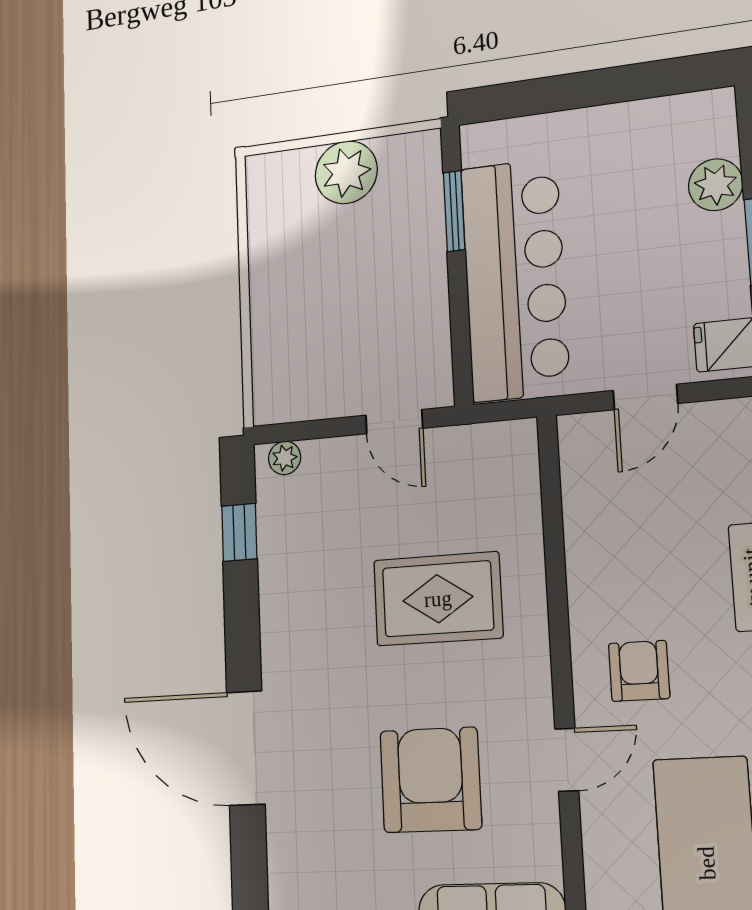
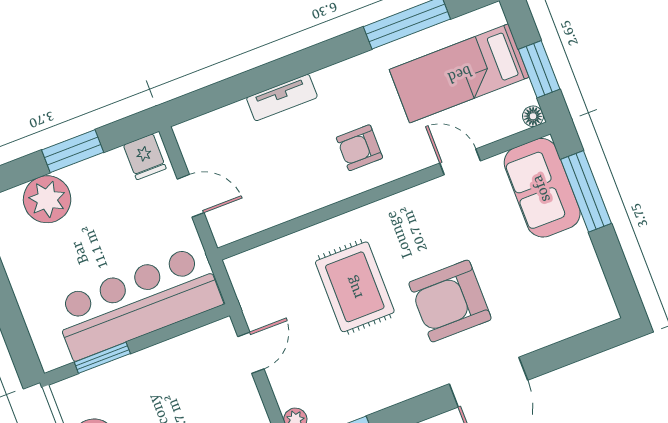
plant: (716, 185) -> (47, 199), width x1.36, depth x1.36
door: (567, 760) -> (460, 162), moved
armchair: (431, 780) -> (450, 301), moved

